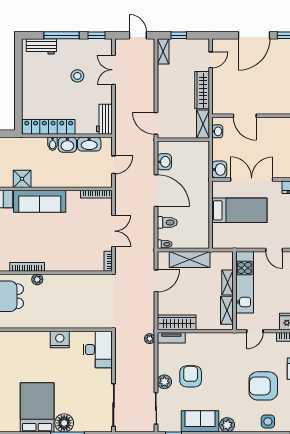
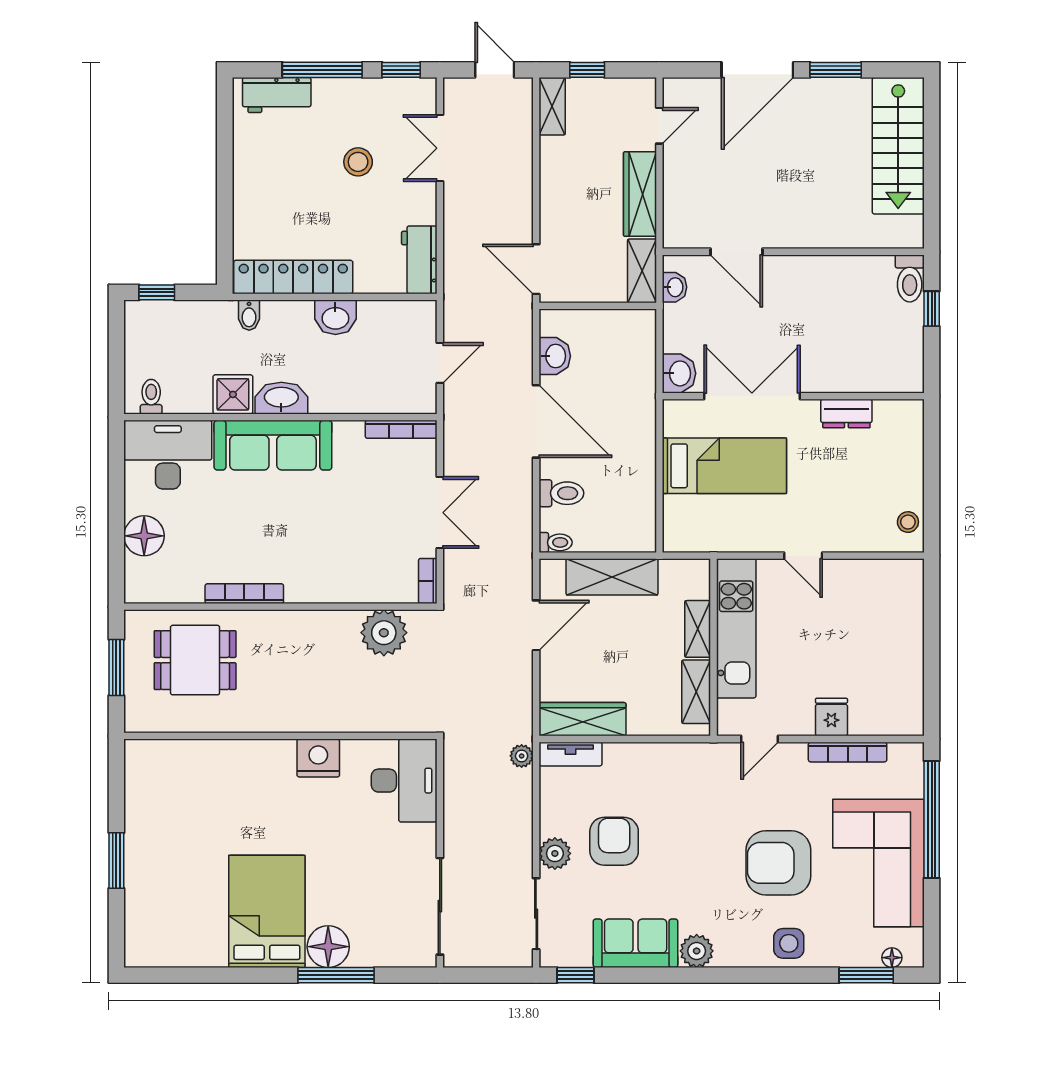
bidet: (53, 144) -> (249, 315), moved
washbasin: (89, 144) -> (281, 398), moved, turned 180
plant: (37, 279) -> (384, 633), moved, width x1.87, depth x1.87

